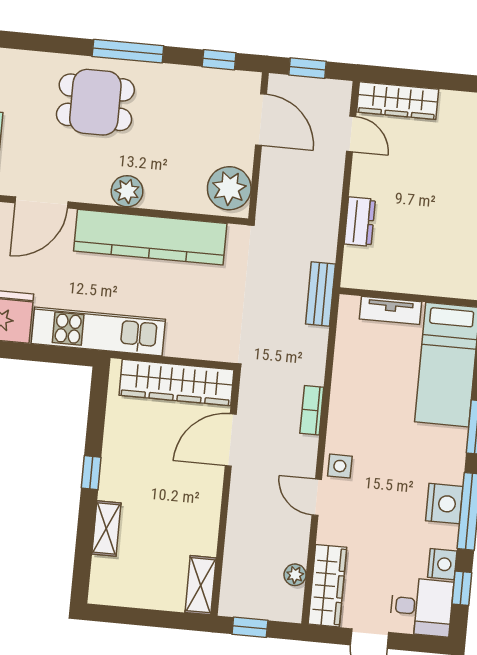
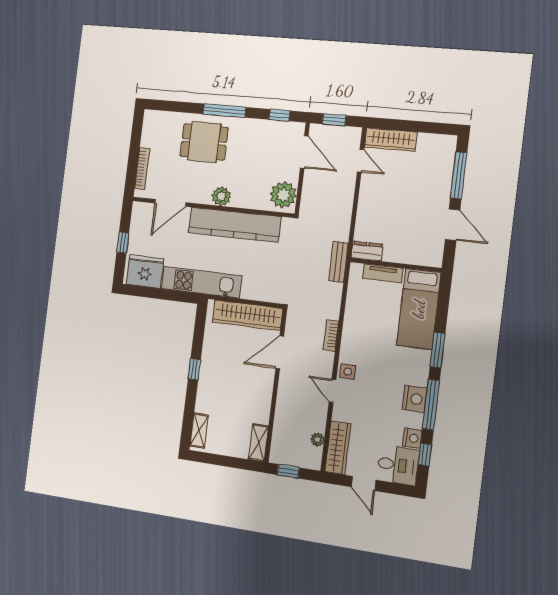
dresser: (360, 222) -> (367, 251), moved, turned -90
shelving: (106, 528) -> (199, 431), moved

